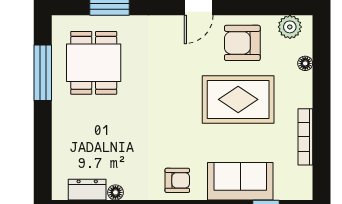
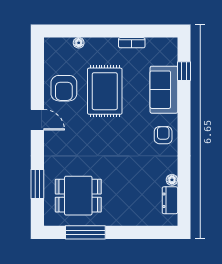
plant: (290, 27) -> (52, 54), removed
bookcase: (305, 137) -> (132, 43), width x0.64

